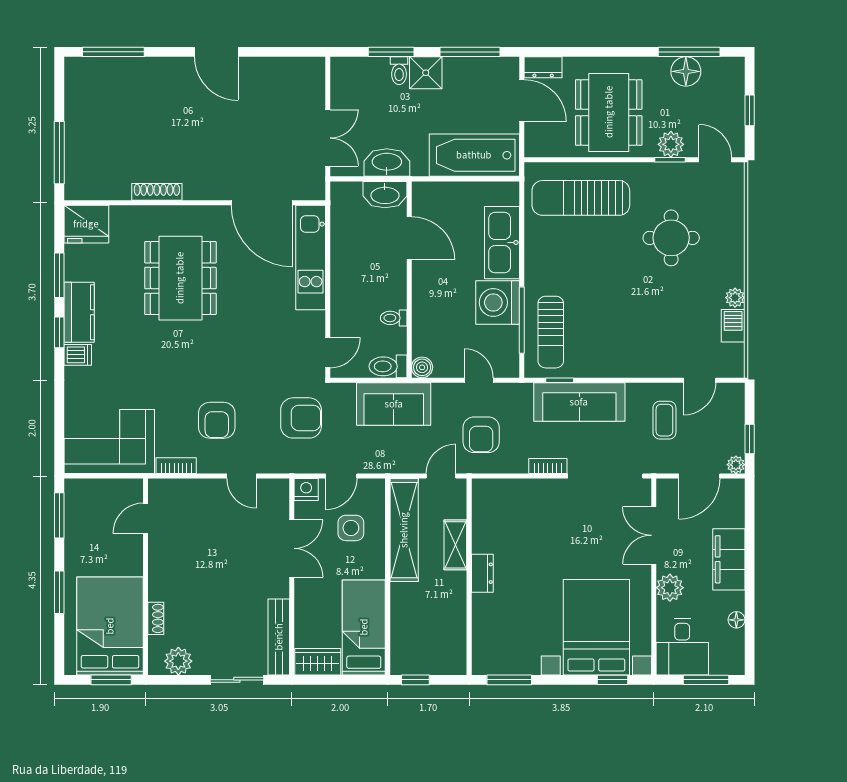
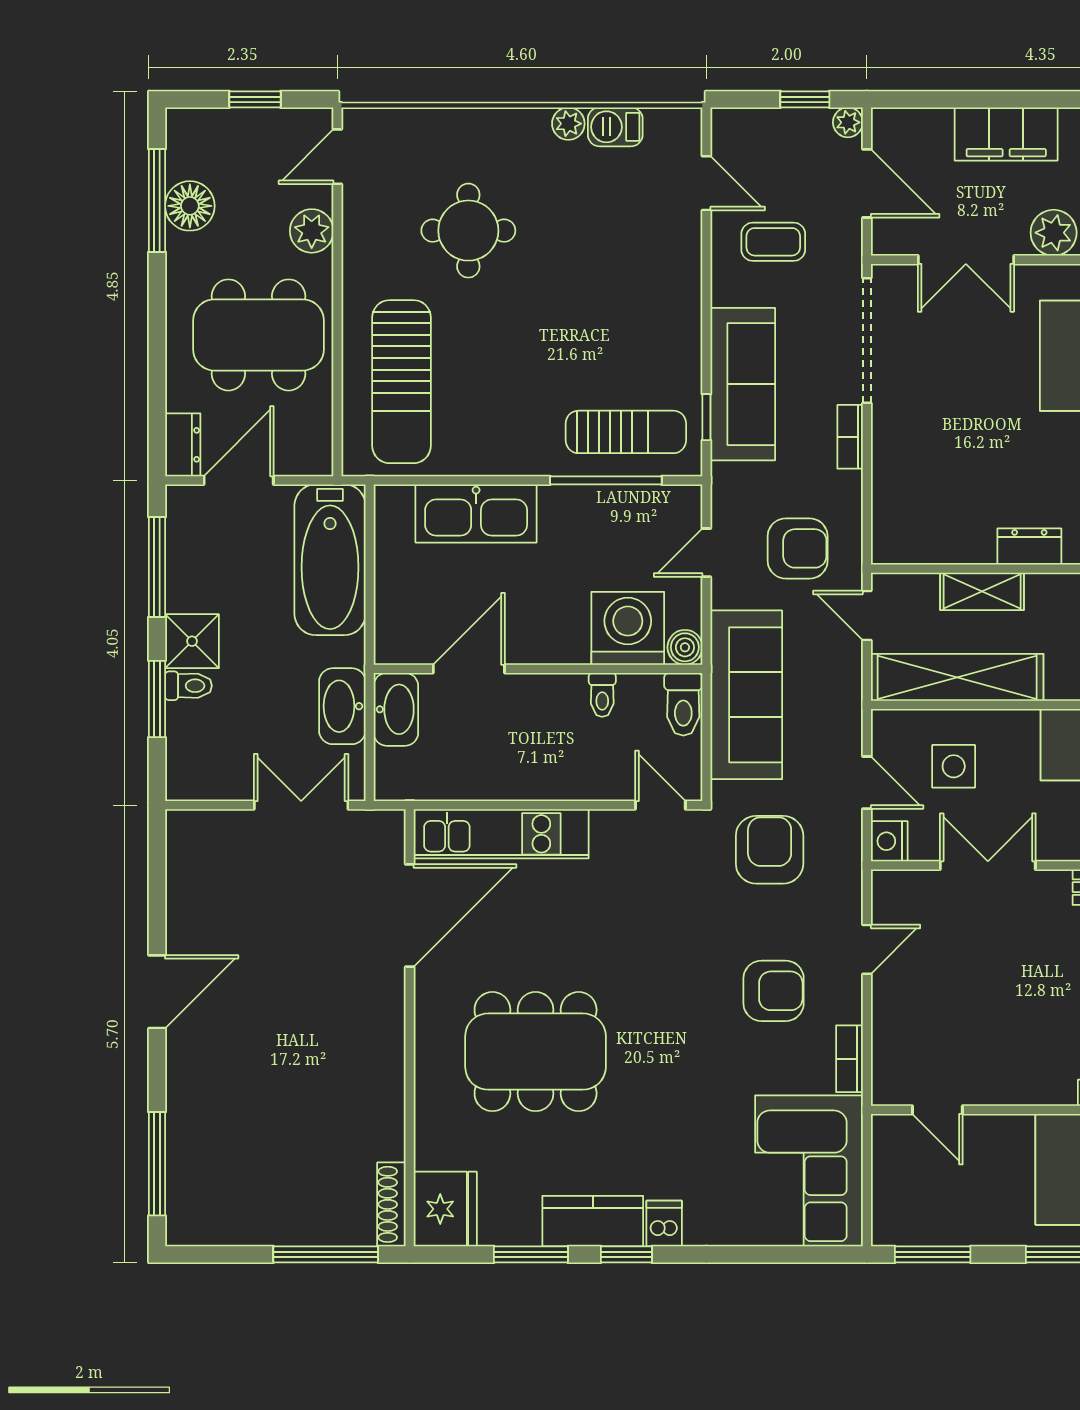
window: (670, 160) -> (337, 232), removed
shoe rack: (157, 192) -> (391, 1204), moved
washing machine: (498, 302) -> (628, 628), moved, turned 180
sofa: (394, 404) -> (746, 695), width x1.36

